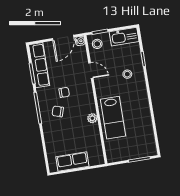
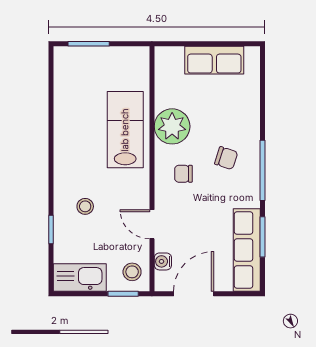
water cooler: (80, 41) -> (163, 261), moved
chair: (64, 92) -> (183, 174), moved
plant: (92, 118) -> (172, 126), width x1.88, depth x1.88

